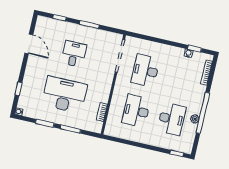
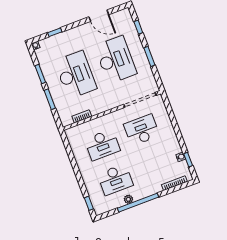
door: (29, 44) -> (99, 16), hinge flipped
desk: (74, 54) -> (116, 60), width x1.87, depth x1.30
desk: (136, 111) -> (102, 145), turned 180

